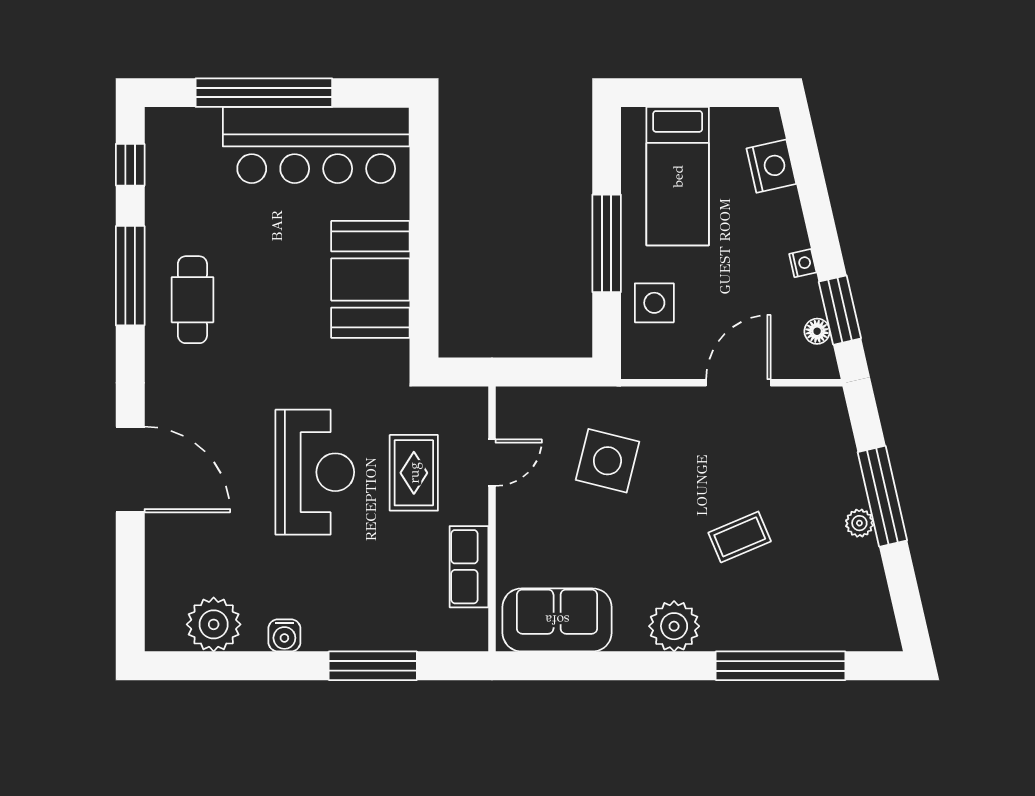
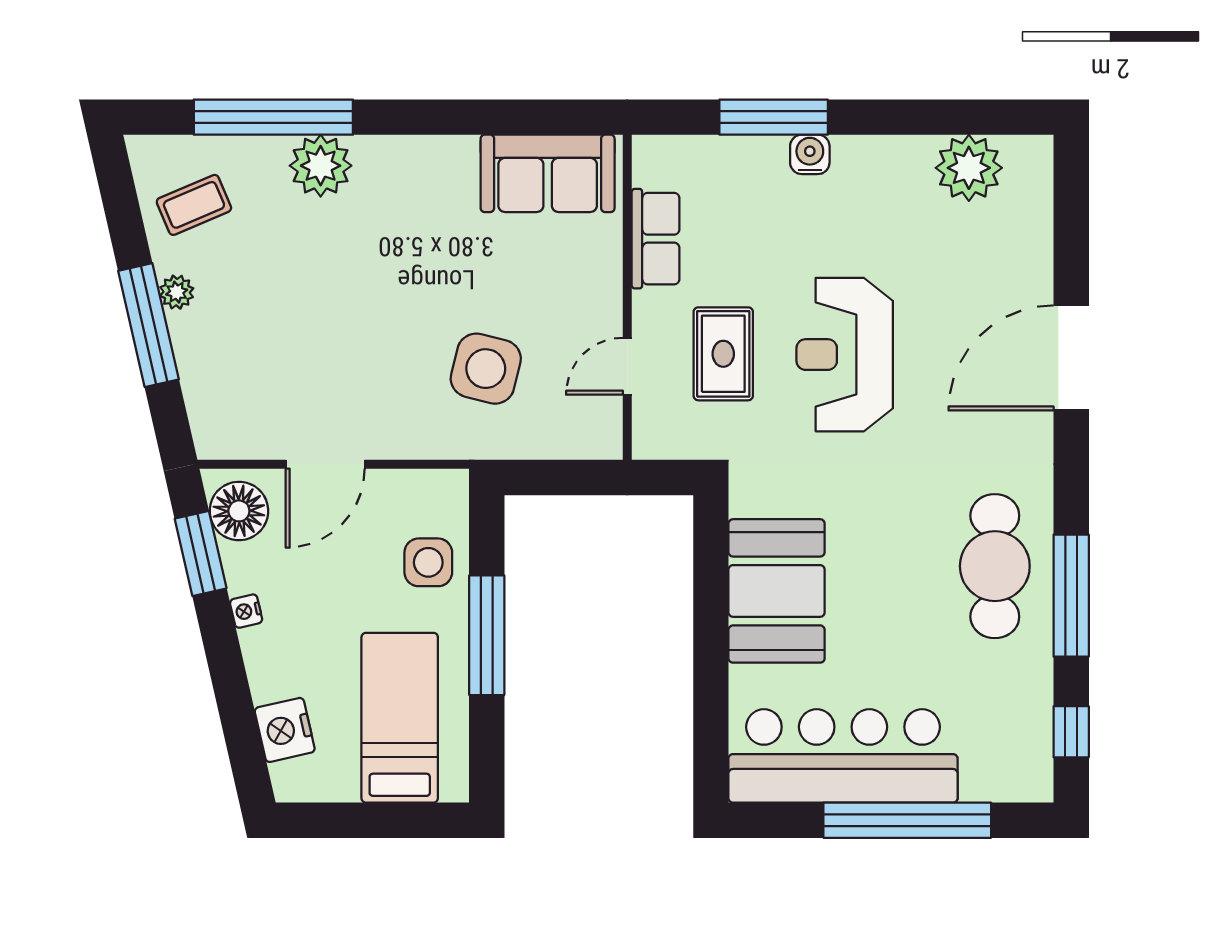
cafe table: (192, 300) -> (995, 566), width x1.37, depth x1.35
floor lamp: (817, 331) -> (239, 511), width x1.89, depth x1.89
door: (130, 469) -> (1071, 358), hinge flipped
coffee table: (740, 537) -> (194, 205), moved
plant: (674, 626) -> (321, 166), moved
water cooler: (284, 635) -> (810, 154), moved

